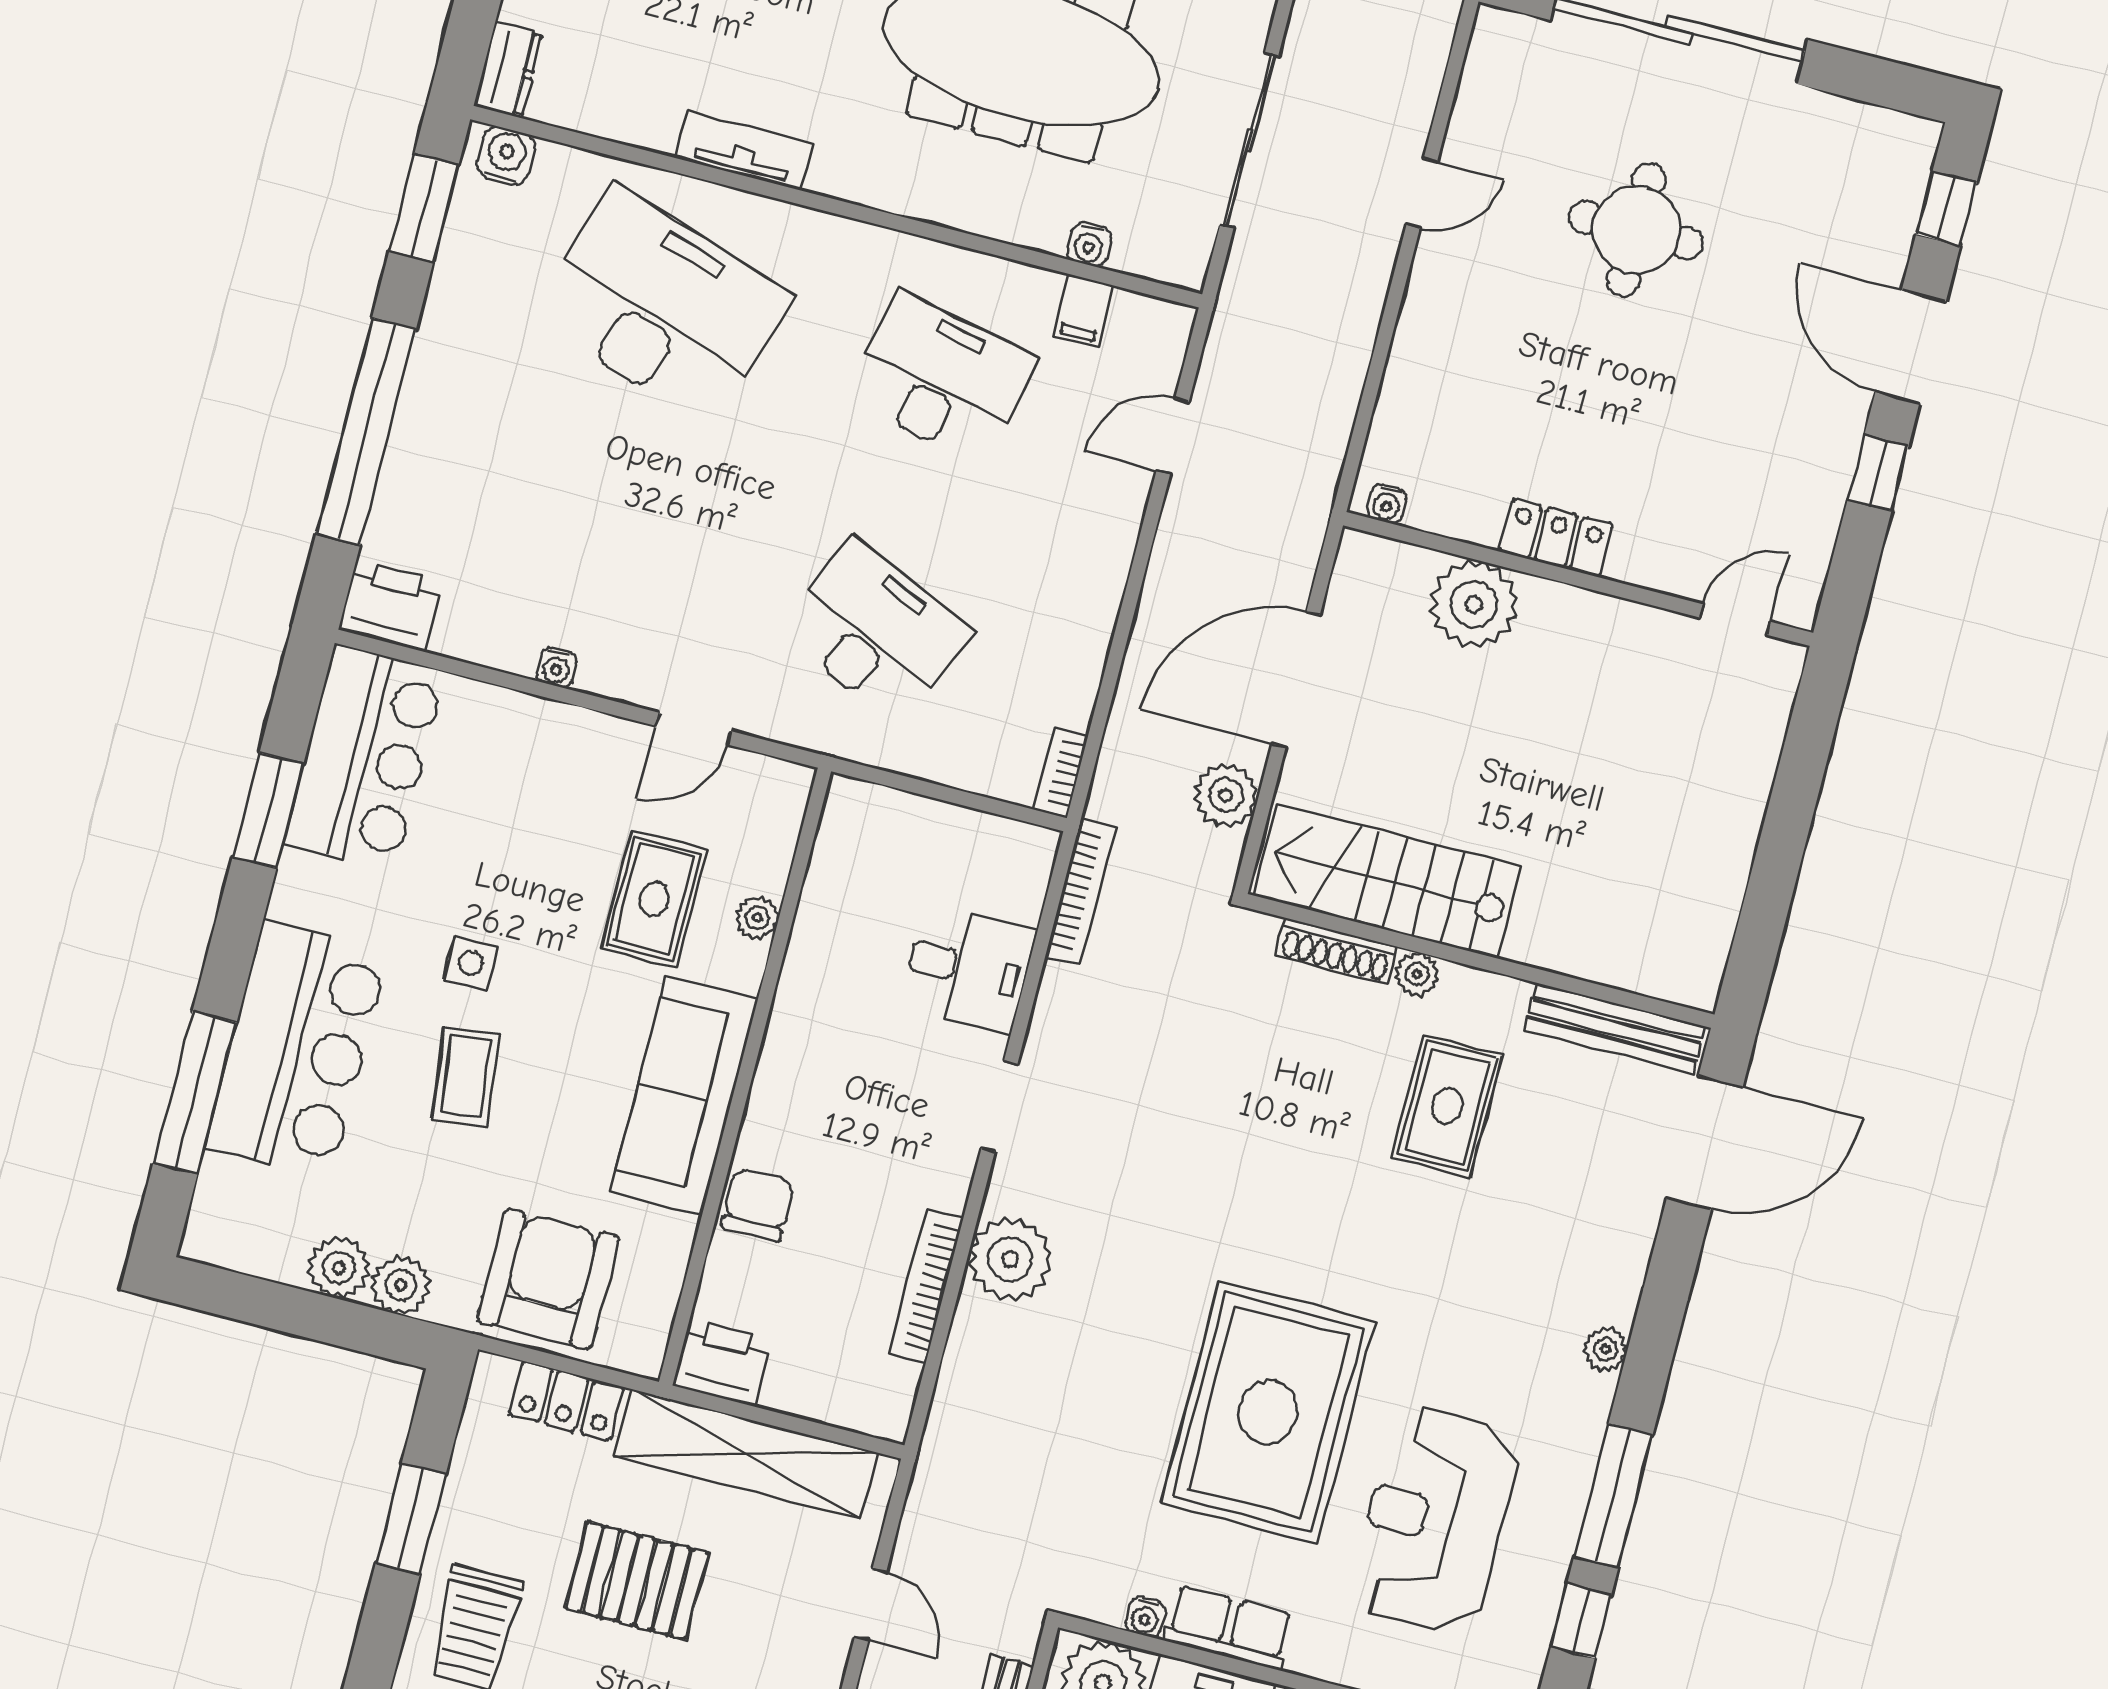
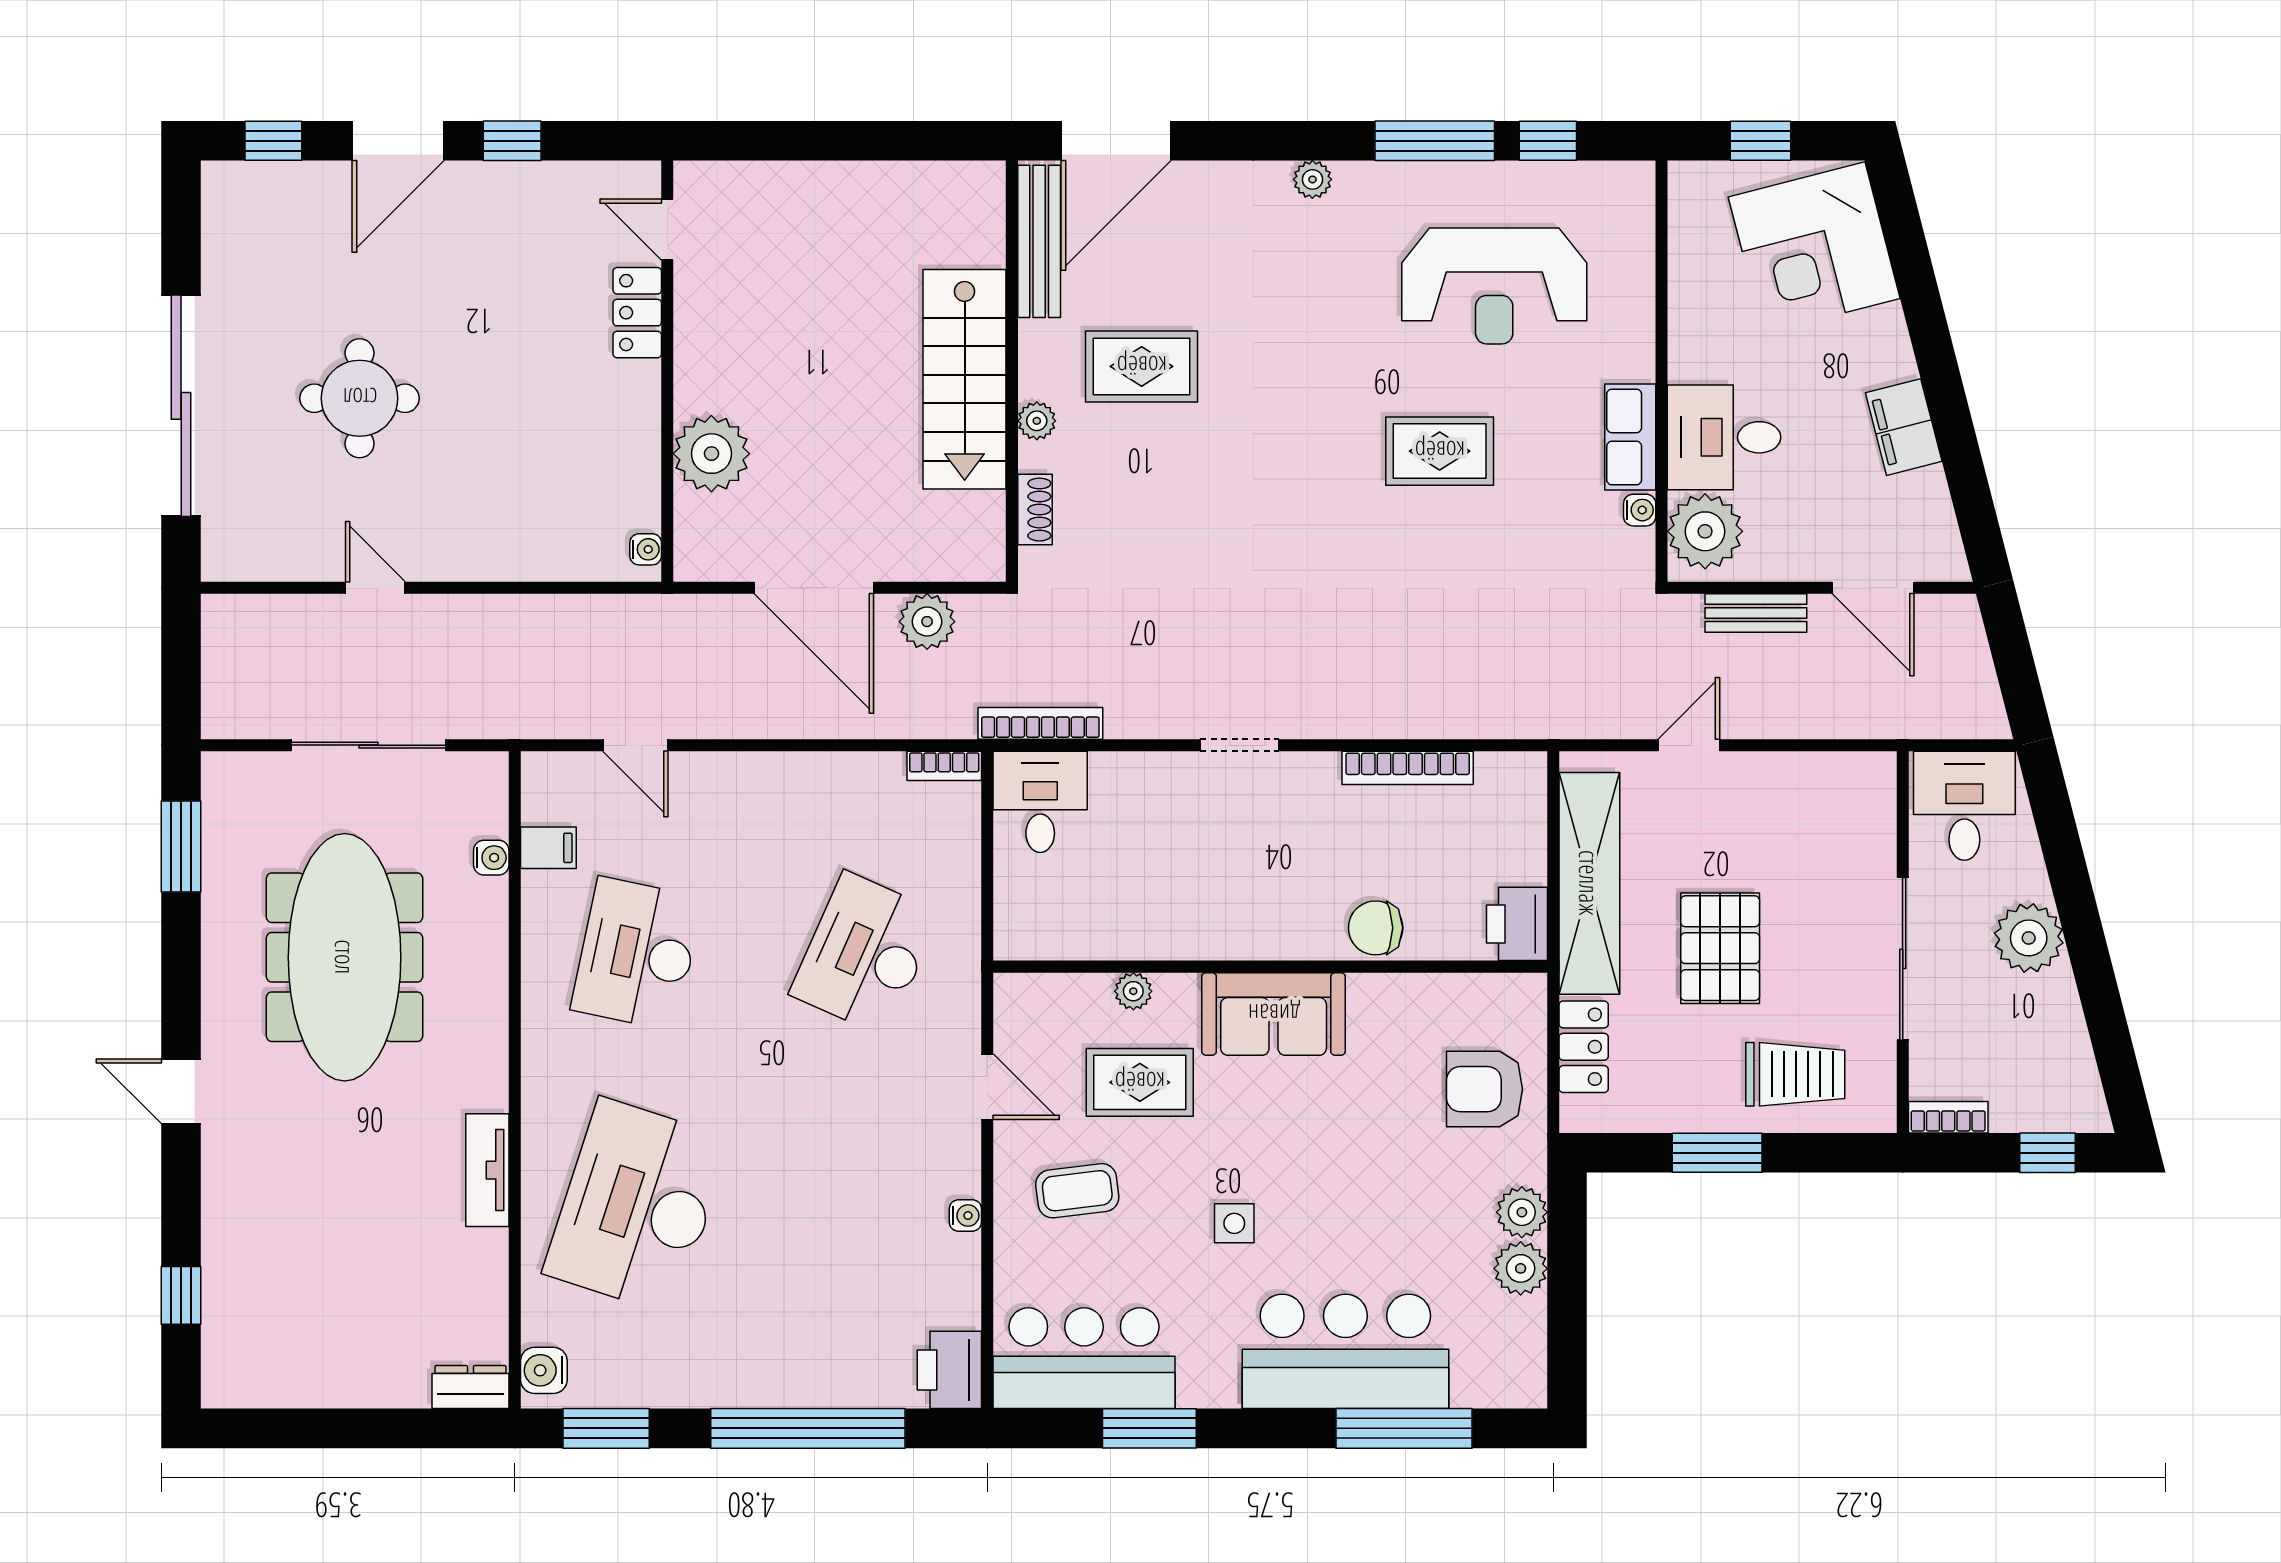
locker: (1556, 538) -> (637, 313), moved
stairs: (1387, 881) -> (965, 379), moved
shoe rack: (1336, 951) -> (1035, 510), width x0.70
desk: (968, 969) -> (1040, 802), moved
coffee table: (465, 1077) -> (1077, 1191), moved
sofa: (684, 1095) -> (1274, 1014), width x0.73
door: (1705, 1143) -> (1116, 141), swing flipped
plant: (1010, 1259) -> (1367, 703), removed
armchair: (548, 1279) -> (1484, 1089), width x0.73, depth x0.73
rug: (1268, 1412) -> (1440, 451), width x0.54, depth x0.49

